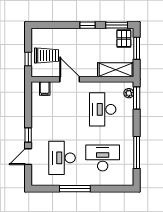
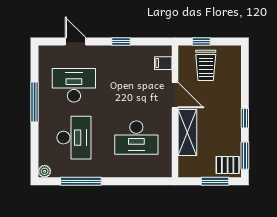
shelving: (116, 70) -> (187, 132), moved
door: (70, 79) -> (175, 95), hinge flipped
plant: (129, 93) -> (45, 171), moved
window: (137, 98) -> (151, 181), removed
desk: (103, 109) -> (136, 138), turned 180
window: (28, 135) -> (121, 42), moved

